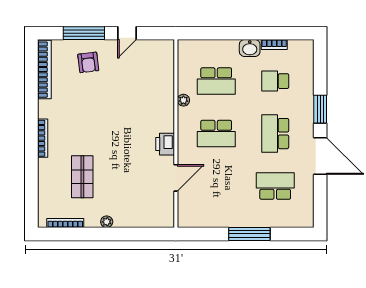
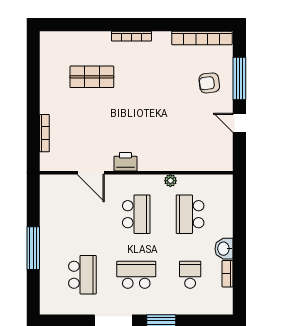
school desk: (216, 134) -> (136, 214), turned 180
plant: (107, 222) -> (46, 102), removed
bookcase: (65, 223) -> (44, 133), moved

